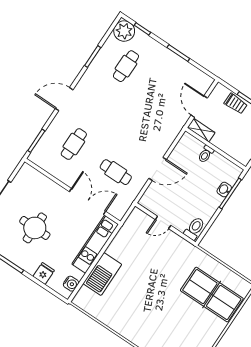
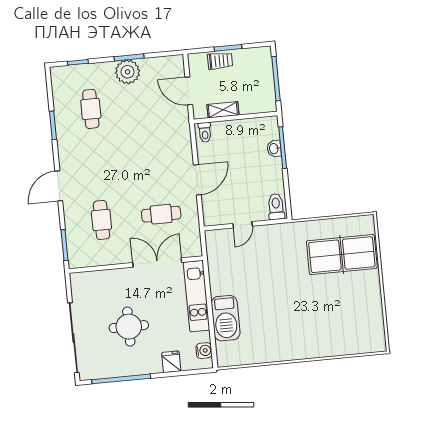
plant: (124, 31) -> (128, 72), moved
shelving: (201, 130) -> (223, 110), moved
toilet: (206, 154) -> (205, 132), moved

